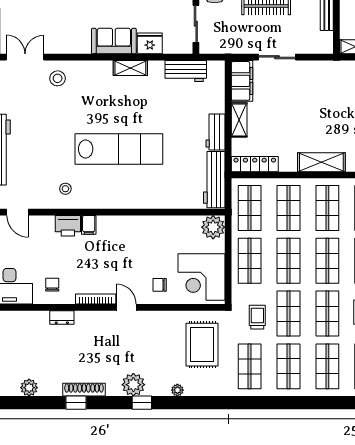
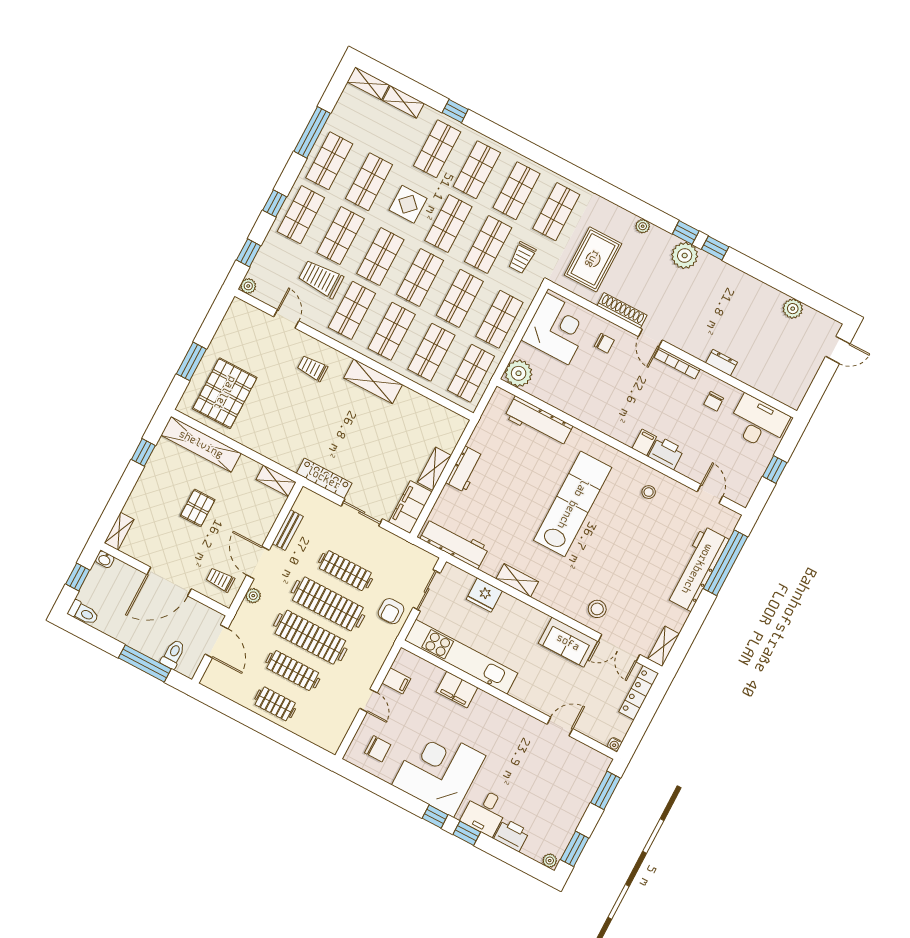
sofa: (114, 41) -> (568, 642), moved
workbench: (186, 71) -> (454, 543), width x1.38
lab bench: (119, 149) -> (573, 504), turned 90
locker: (255, 164) -> (324, 478), moved, turned 180
workbench: (214, 180) -> (539, 422), moved, turned 90
shoe rack: (84, 390) -> (622, 310), moved, turned 180
window: (76, 403) -> (715, 248), moved

